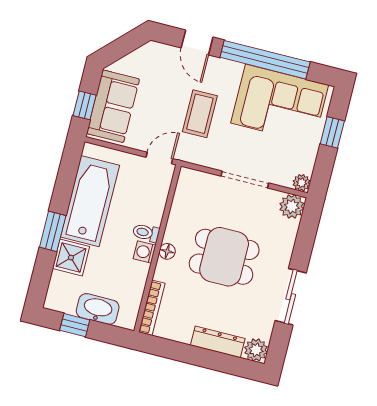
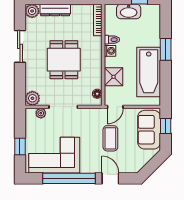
coffee table: (200, 114) -> (110, 138), moved
plant: (302, 183) -> (41, 113), moved
toilet: (146, 233) -> (112, 40), moved
floor lamp: (167, 251) -> (97, 94), moved
dining table: (224, 257) -> (64, 60), turned 90
shower: (71, 258) -> (114, 77), moved

